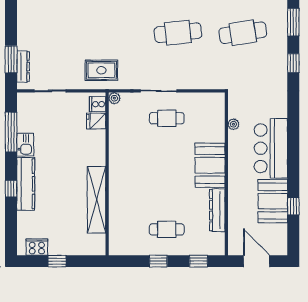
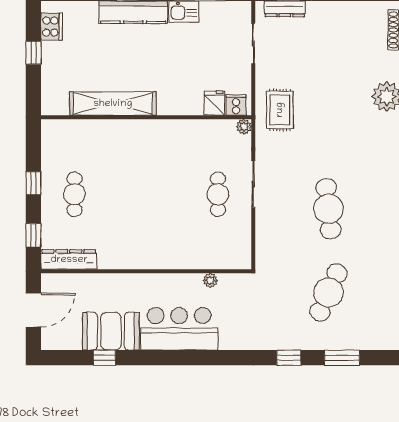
cafe table: (243, 33) -> (328, 293), turned 33
booth: (210, 165) -> (157, 250), removed
dresser: (217, 210) -> (69, 260), moved

